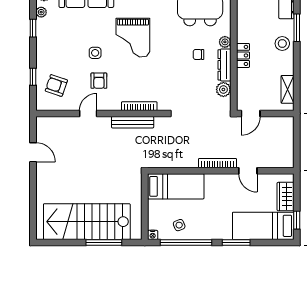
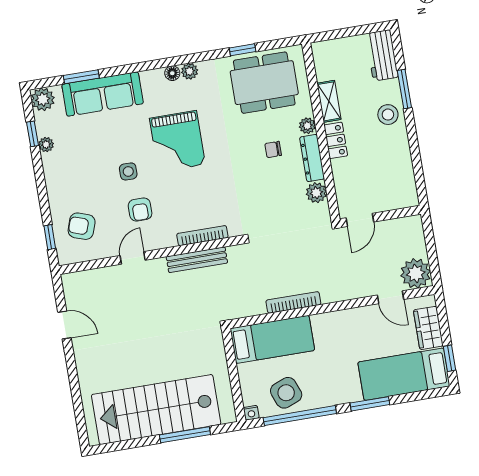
plant: (41, 12) -> (46, 145), moved
window: (33, 28) -> (32, 134), moved
window: (33, 77) -> (50, 237), moved
shelving: (288, 89) -> (329, 101), moved
plant: (283, 157) -> (416, 273), added
bookcase: (218, 163) -> (293, 302), moved
door: (248, 171) -> (391, 297), moved
side table: (179, 225) -> (286, 393), width x1.87, depth x1.87

